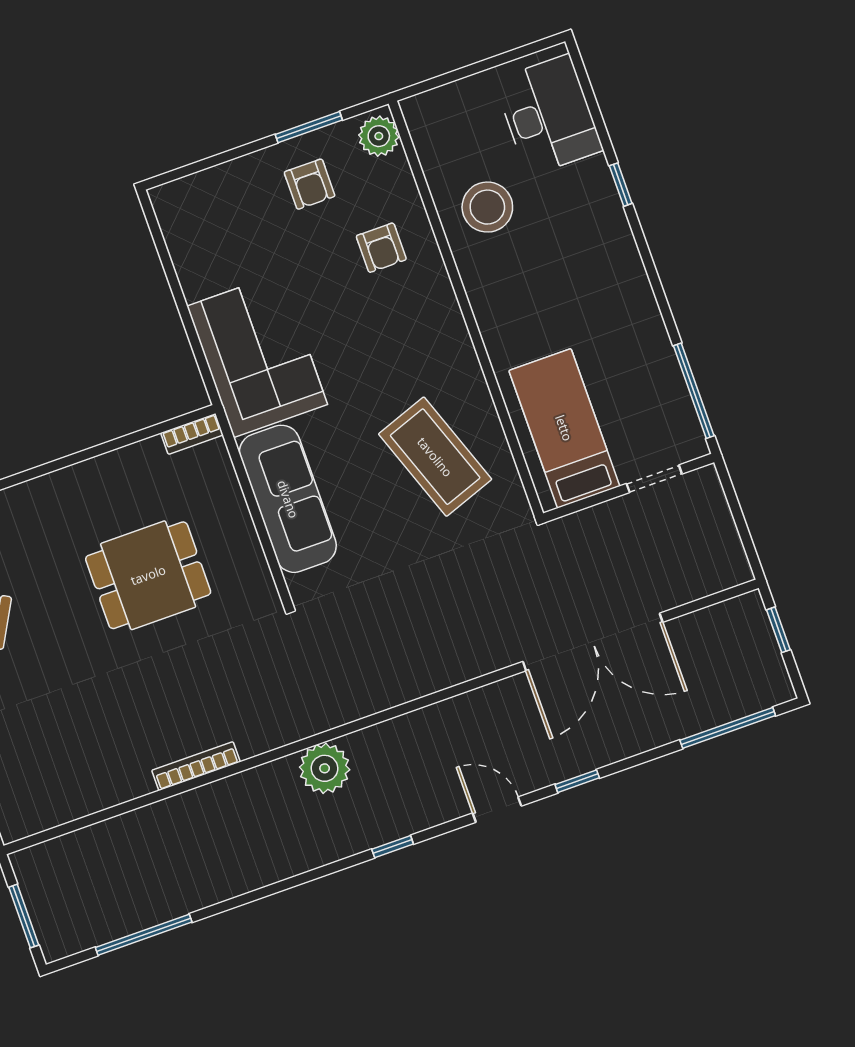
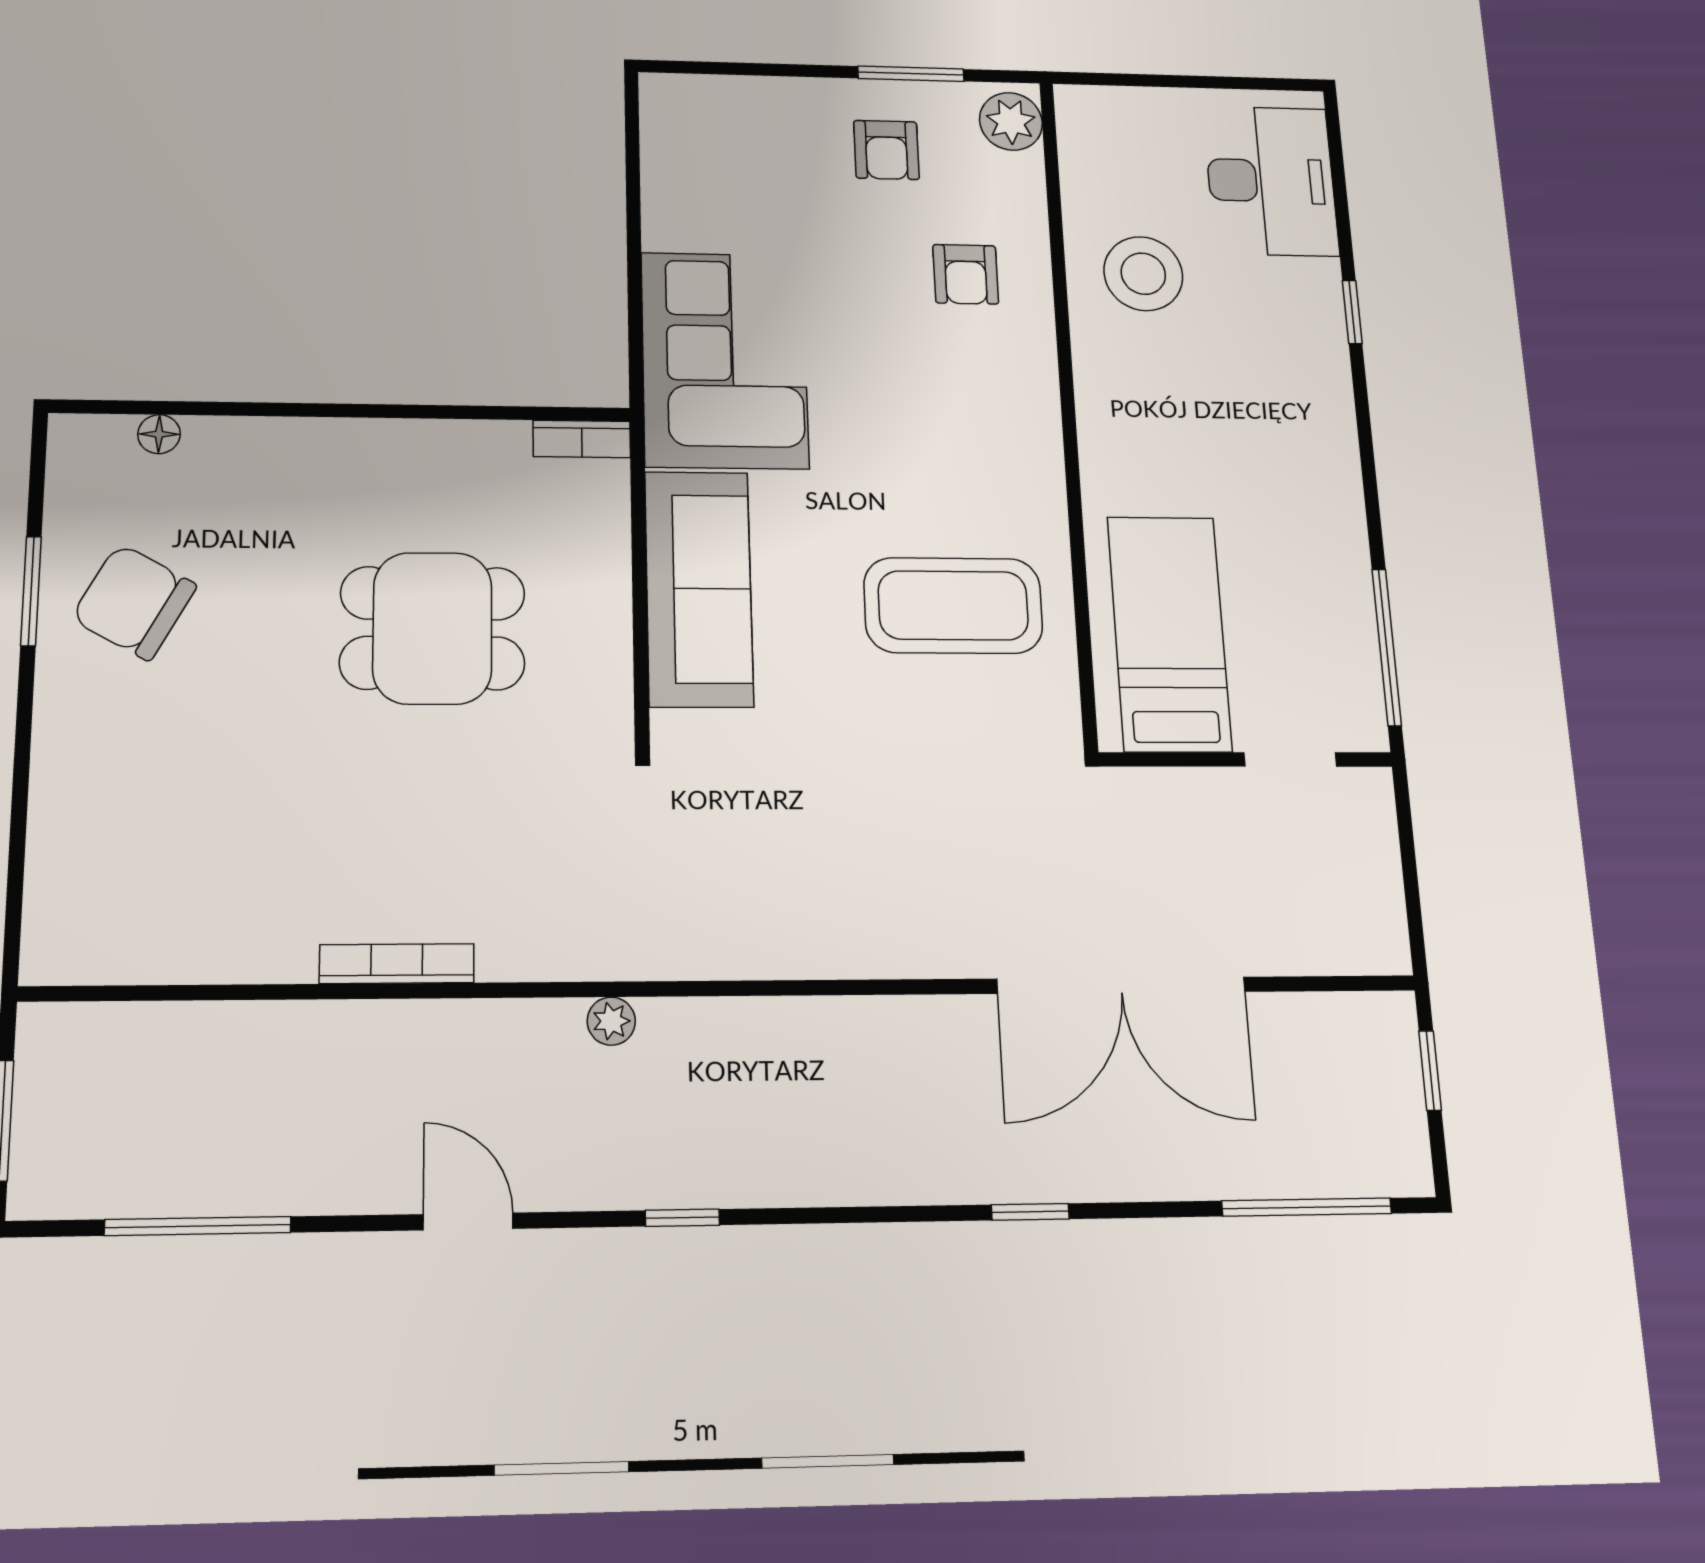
coffee table: (435, 457) -> (953, 605), turned -70
plant: (325, 768) -> (611, 1021), width x0.53, depth x0.53
door: (497, 810) -> (468, 1221), moved

